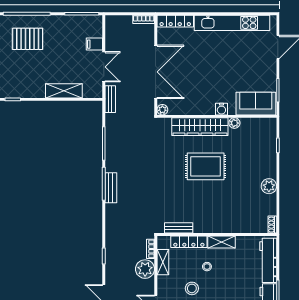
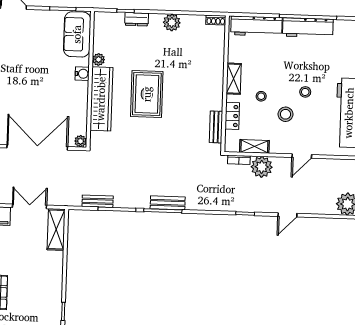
shelving: (64, 91) -> (56, 229), moved
bench: (110, 99) -> (98, 201), moved
dresser: (271, 155) -> (137, 19), added
locker: (189, 242) -> (232, 116), width x0.66

